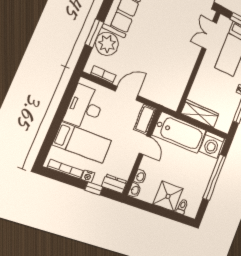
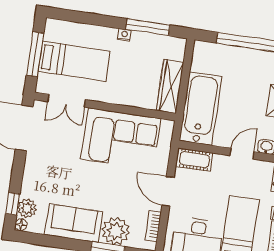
corner sofa: (174, 67) -> (121, 139), added
door: (145, 145) -> (242, 154), moved
washing machine: (212, 145) -> (206, 58), removed

